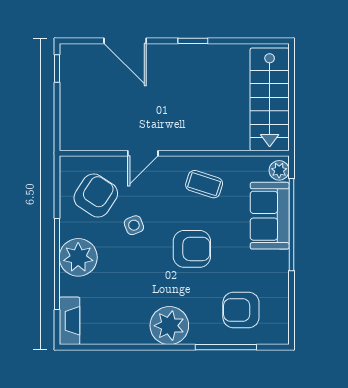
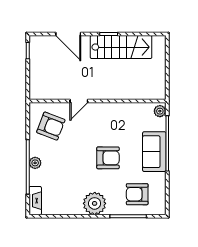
stairs: (270, 99) -> (121, 47), moved, turned -90
coffee table: (204, 184) -> (115, 119), removed
armchair: (96, 195) -> (51, 126), turned 78
sofa: (270, 216) -> (154, 152), moved
side table: (134, 225) -> (74, 144), removed
plant: (78, 257) -> (35, 163), width x0.53, depth x0.53

